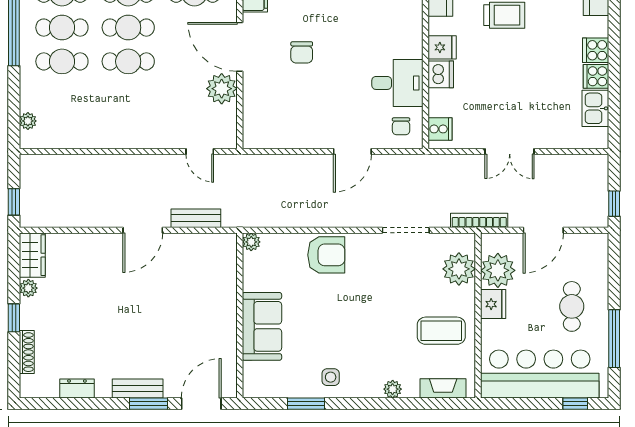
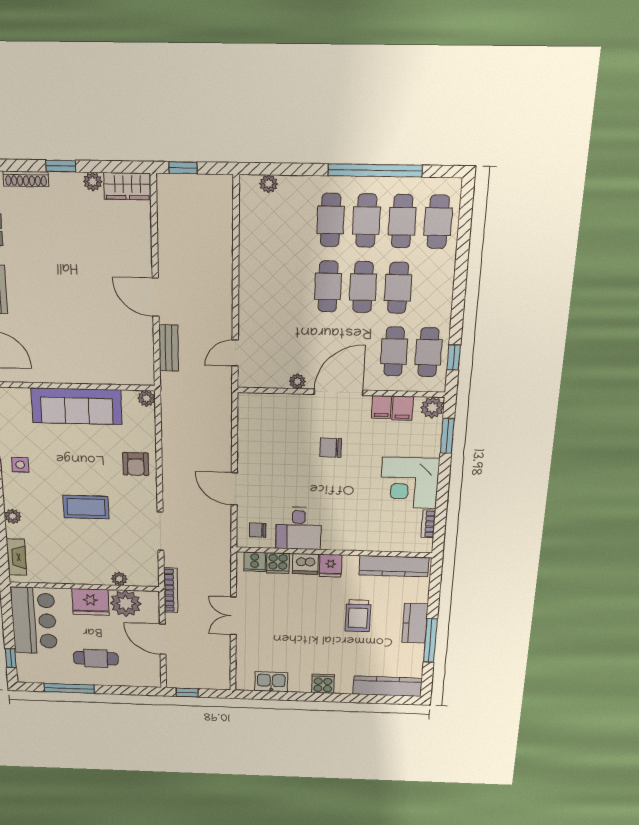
cooker: (596, 76) -> (278, 563), moved, turned 180
plant: (222, 89) -> (297, 381), width x0.53, depth x0.53
armchair: (326, 255) -> (136, 464), width x0.72, depth x0.72
plant: (459, 269) -> (119, 579), width x0.53, depth x0.53
fridge: (493, 304) -> (91, 602), width x1.36, depth x1.34
sofa: (262, 326) -> (77, 406), width x1.36
coffee table: (441, 331) -> (86, 507), moved, turned 90
bar counter: (540, 374) -> (34, 620), width x0.73

